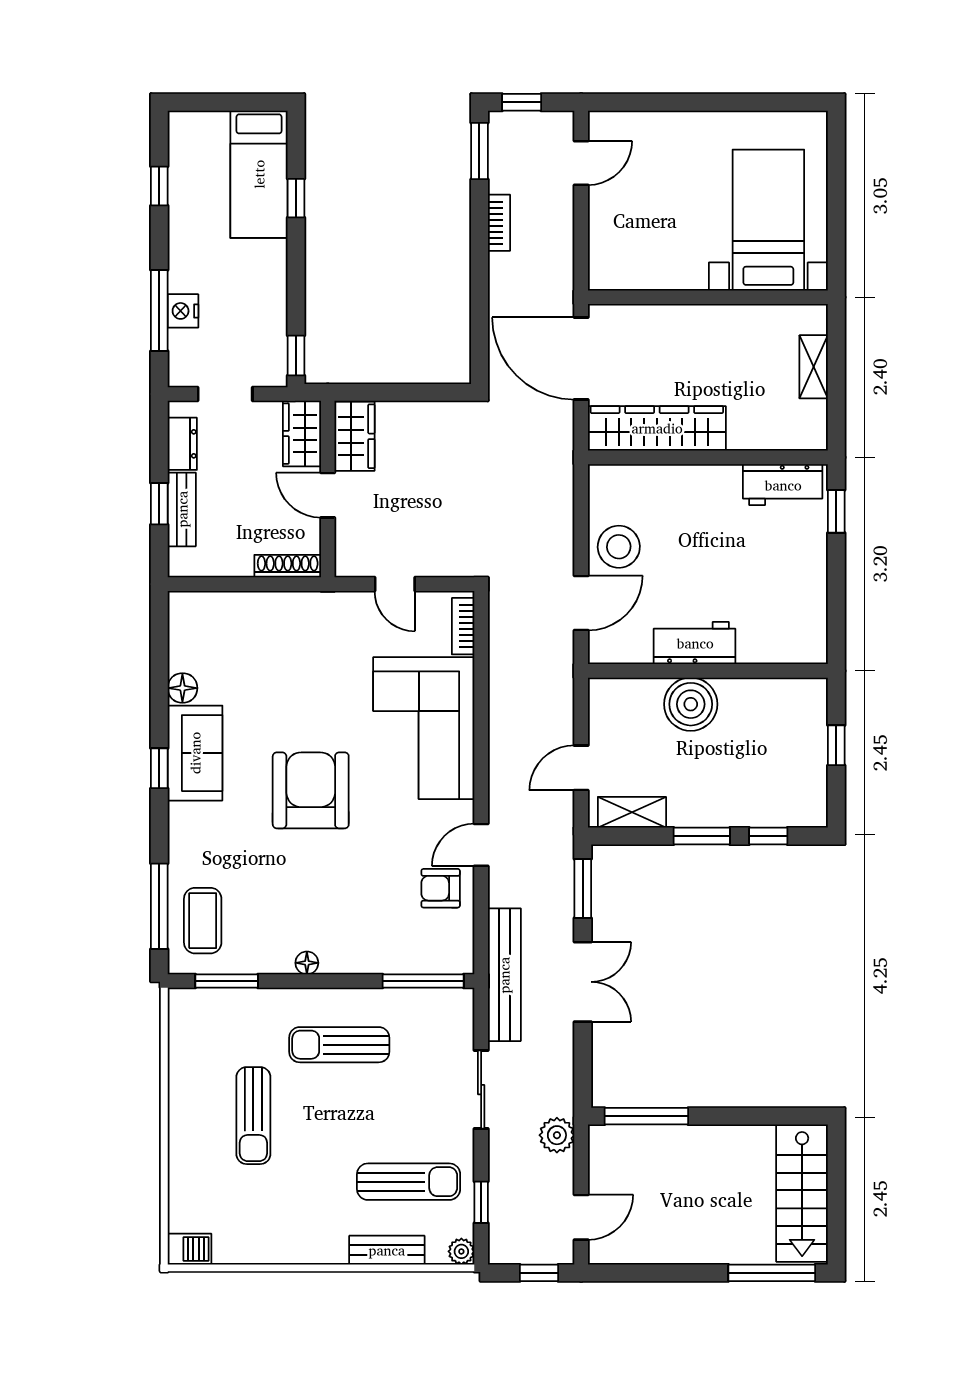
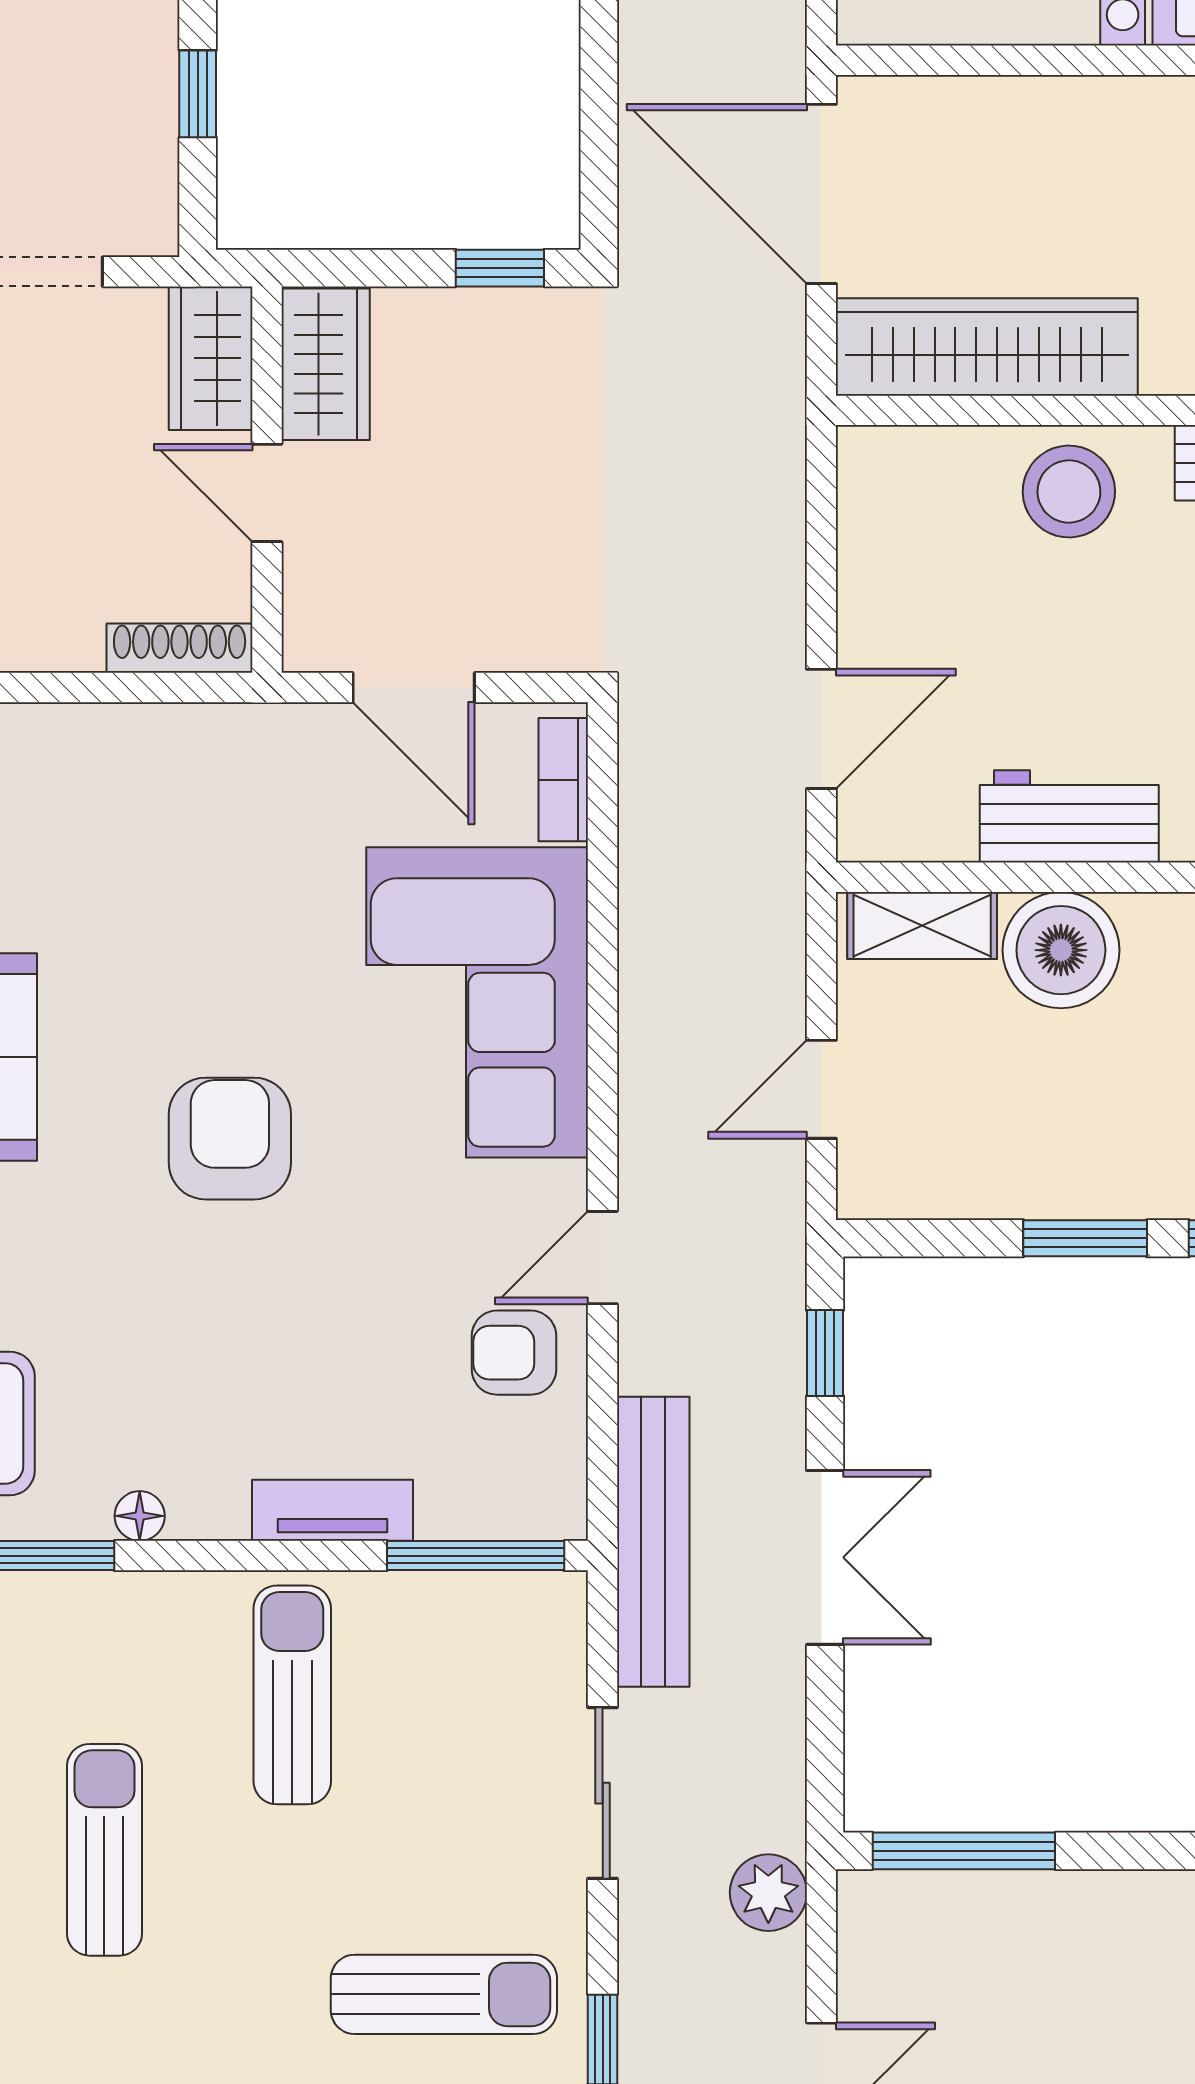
window: (296, 356) -> (198, 94), moved
window: (434, 392) -> (500, 268), added
stool: (619, 547) -> (1069, 492), moved
door: (395, 584) -> (414, 688), width x1.38
armchair: (311, 790) -> (230, 1139), width x0.73, depth x0.73
shelving: (632, 812) -> (922, 925), moved
window: (583, 888) -> (825, 1353), width x0.67
tv unit: (358, 960) -> (333, 1510), added
floor lamp: (307, 963) -> (140, 1516), moved
sun lounger: (339, 1045) -> (292, 1695), turned 90
sun lounger: (253, 1116) -> (104, 1850), turned 180

